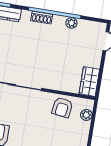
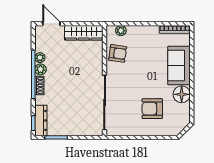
plant: (59, 22) -> (40, 69), added
wardrobe: (89, 81) -> (84, 33), width x1.50

